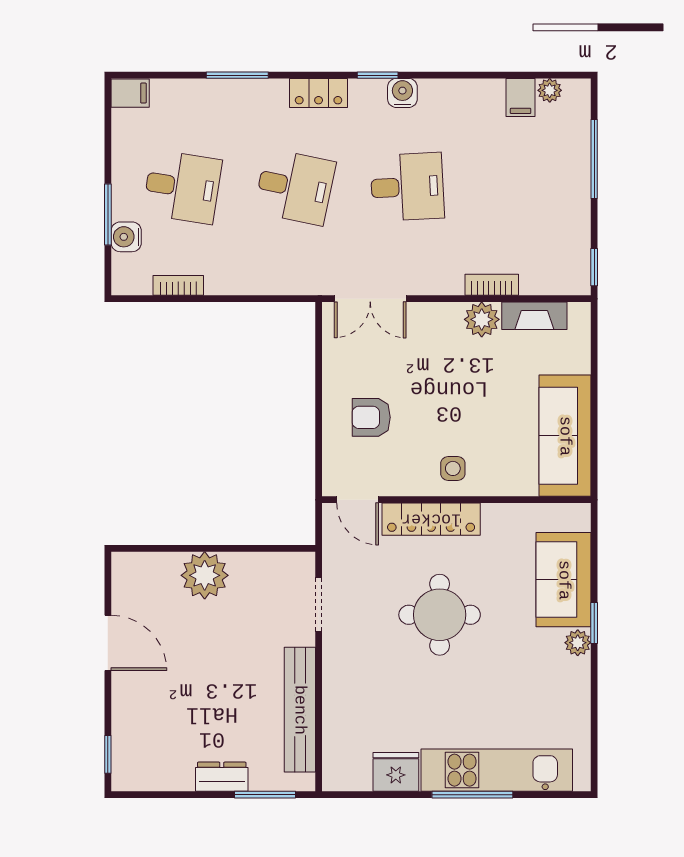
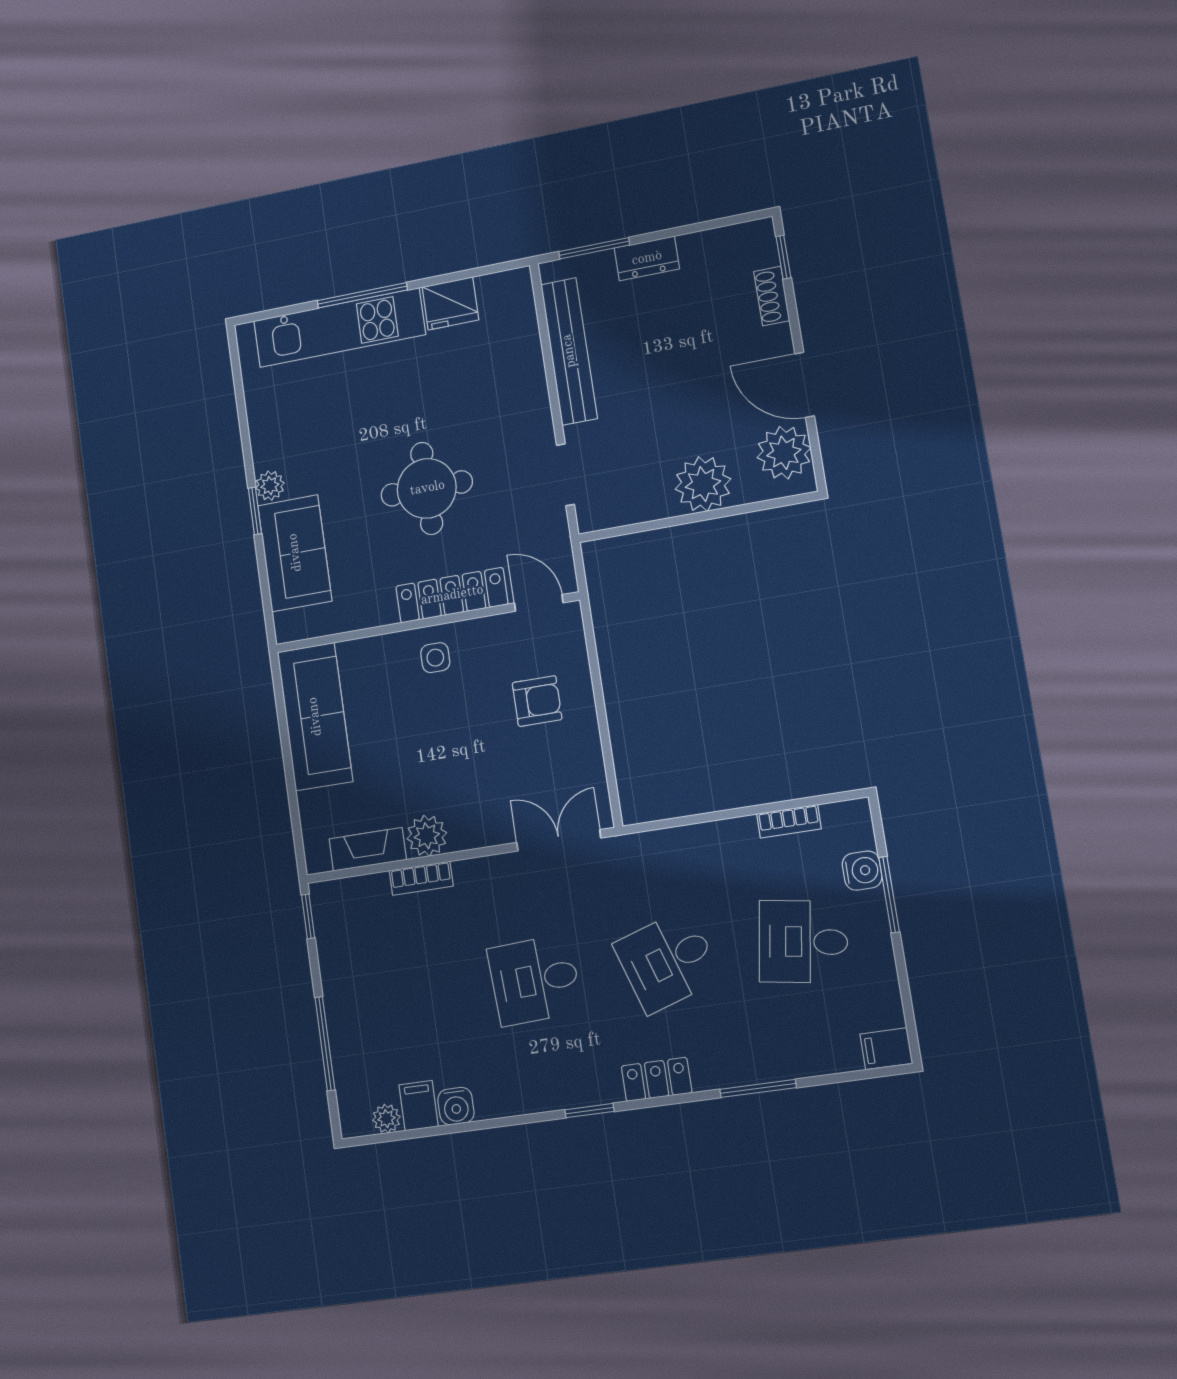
water cooler: (402, 93) -> (456, 1106), moved
desk: (295, 187) -> (668, 961), turned -30
plant: (134, 589) -> (784, 453), added
shoe rack: (123, 723) -> (772, 296), added

